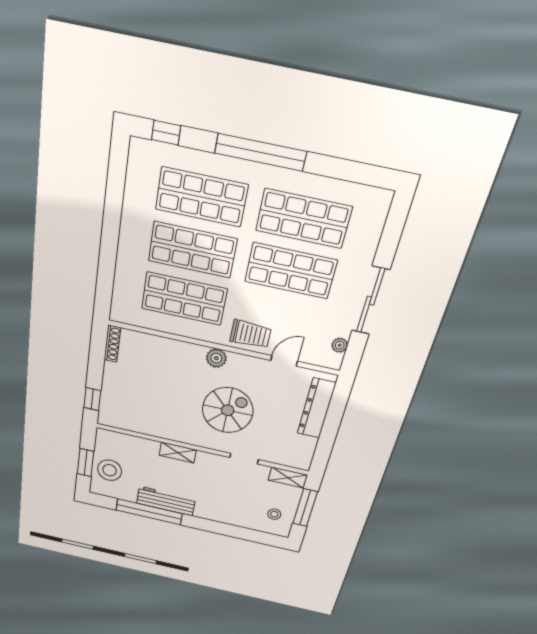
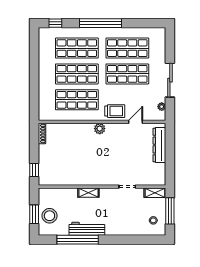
spiral stairs: (228, 410) -> (112, 158), removed

